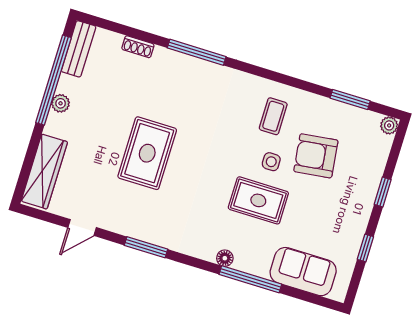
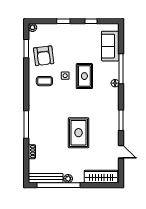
bench: (79, 49) -> (46, 178), width x1.36
rug: (147, 153) -> (78, 133), turned 90
armchair: (316, 156) -> (44, 56), moved

